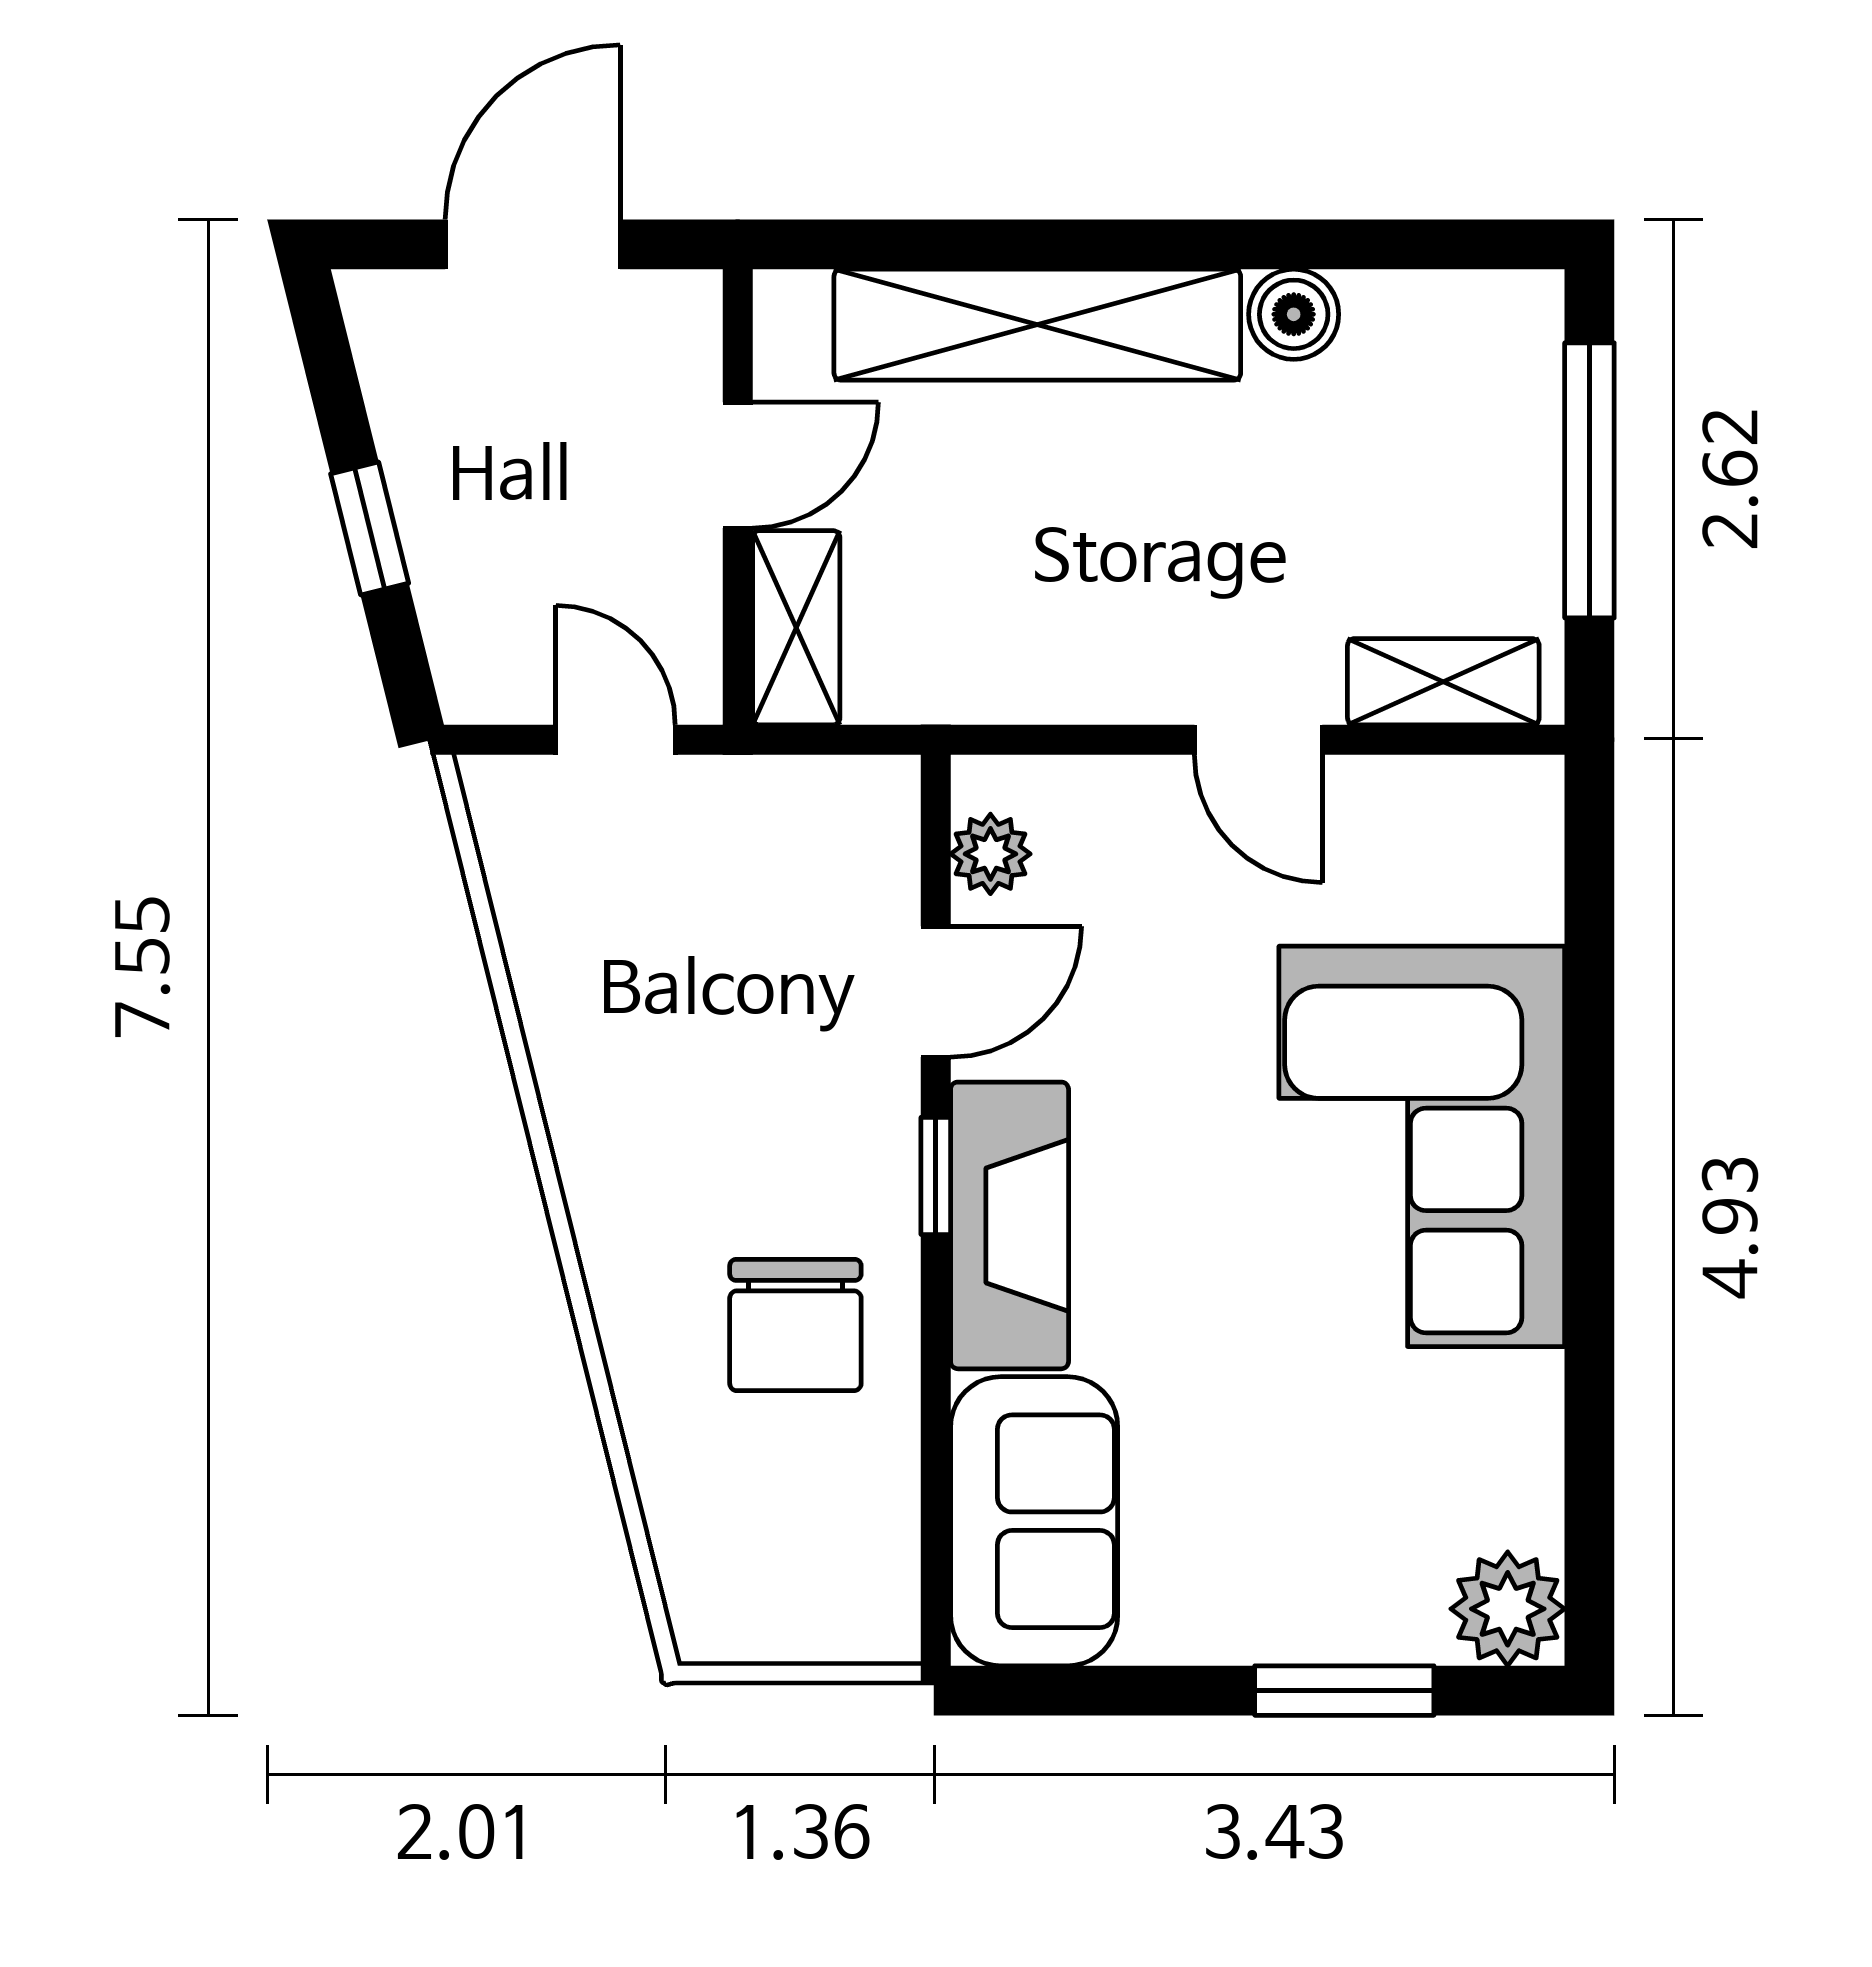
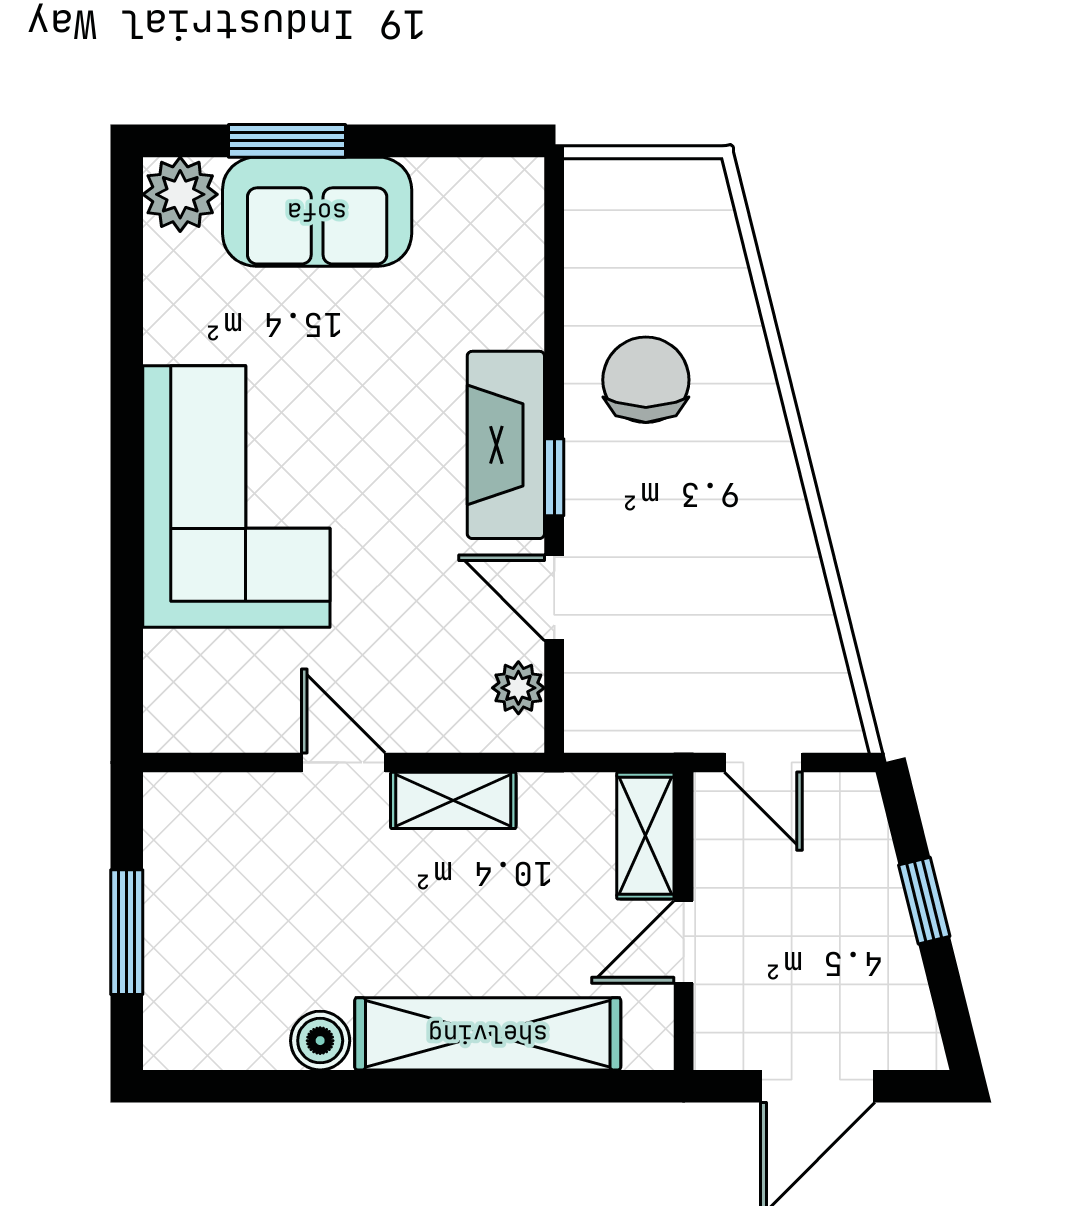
window: (1589, 480) -> (127, 932), width x0.69
shelving: (1443, 682) -> (453, 800), moved
door: (936, 992) -> (554, 598), hinge flipped
sofa: (1034, 1521) -> (317, 212), moved, turned -90

